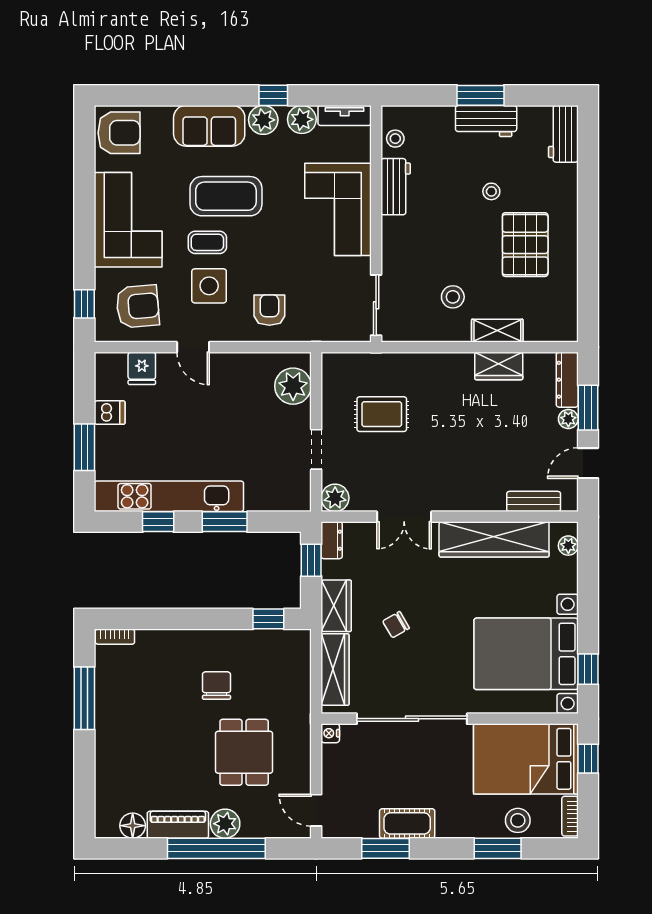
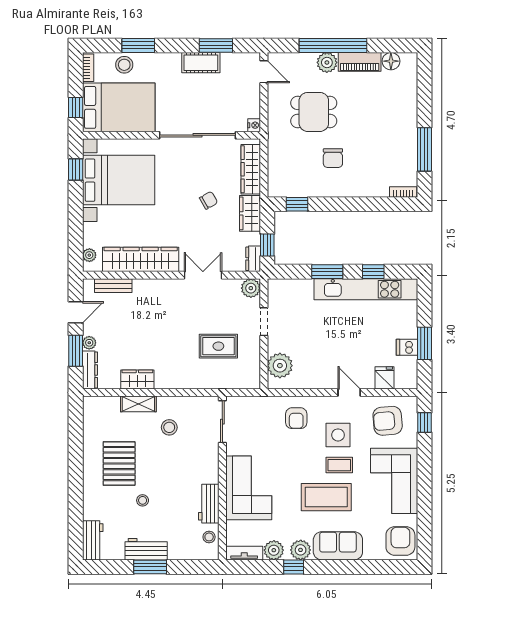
armchair: (119, 133) -> (400, 541), turned 90
window: (84, 447) -> (424, 343), moved
dining table: (244, 752) -> (314, 112), turned 90

